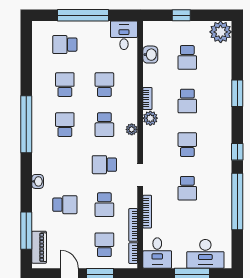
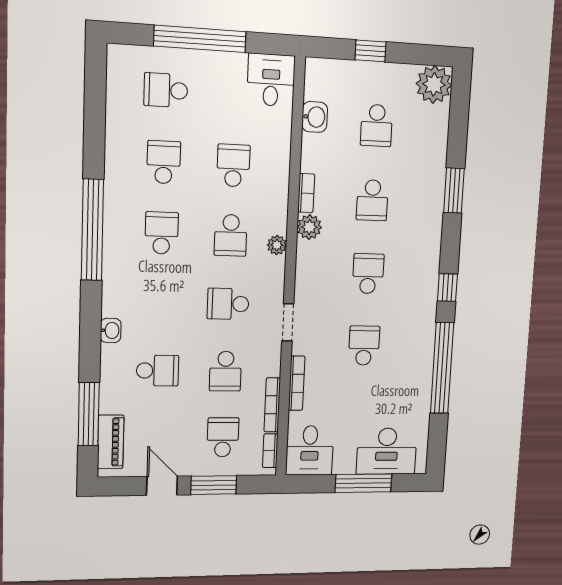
school desk: (187, 188) -> (364, 346), turned 180

